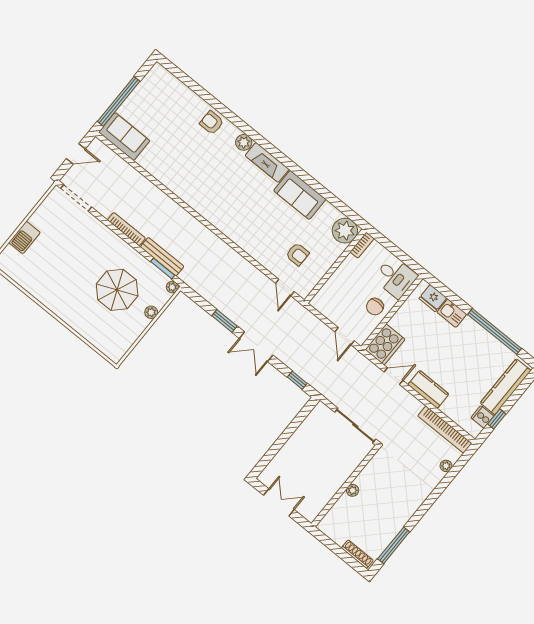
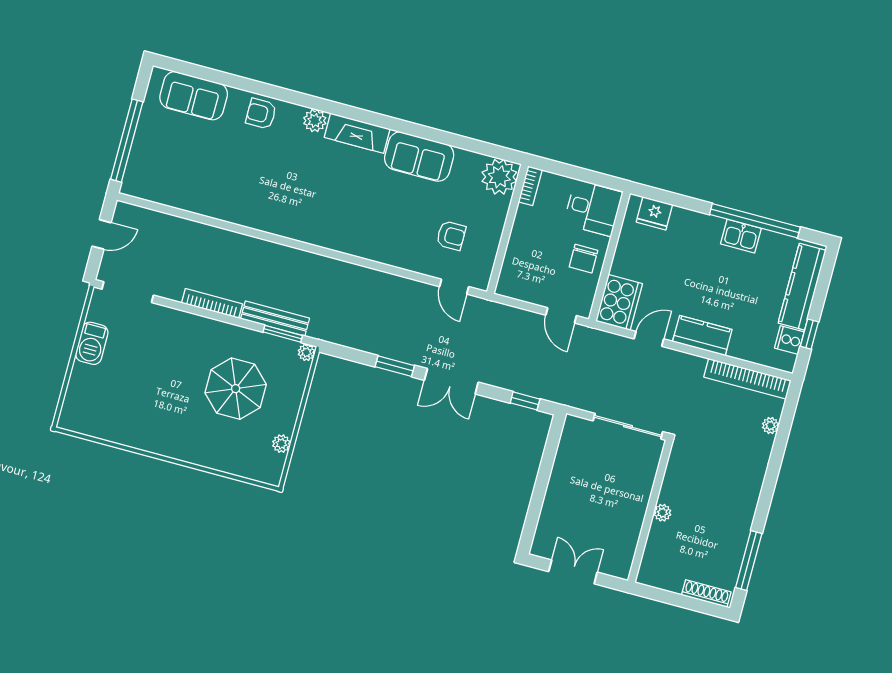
sofa: (124, 137) -> (194, 96), moved, turned 180
barbecue: (25, 238) -> (92, 343), moved
plant: (151, 312) -> (281, 444), moved
kitchen sink: (452, 313) -> (741, 236), moved

